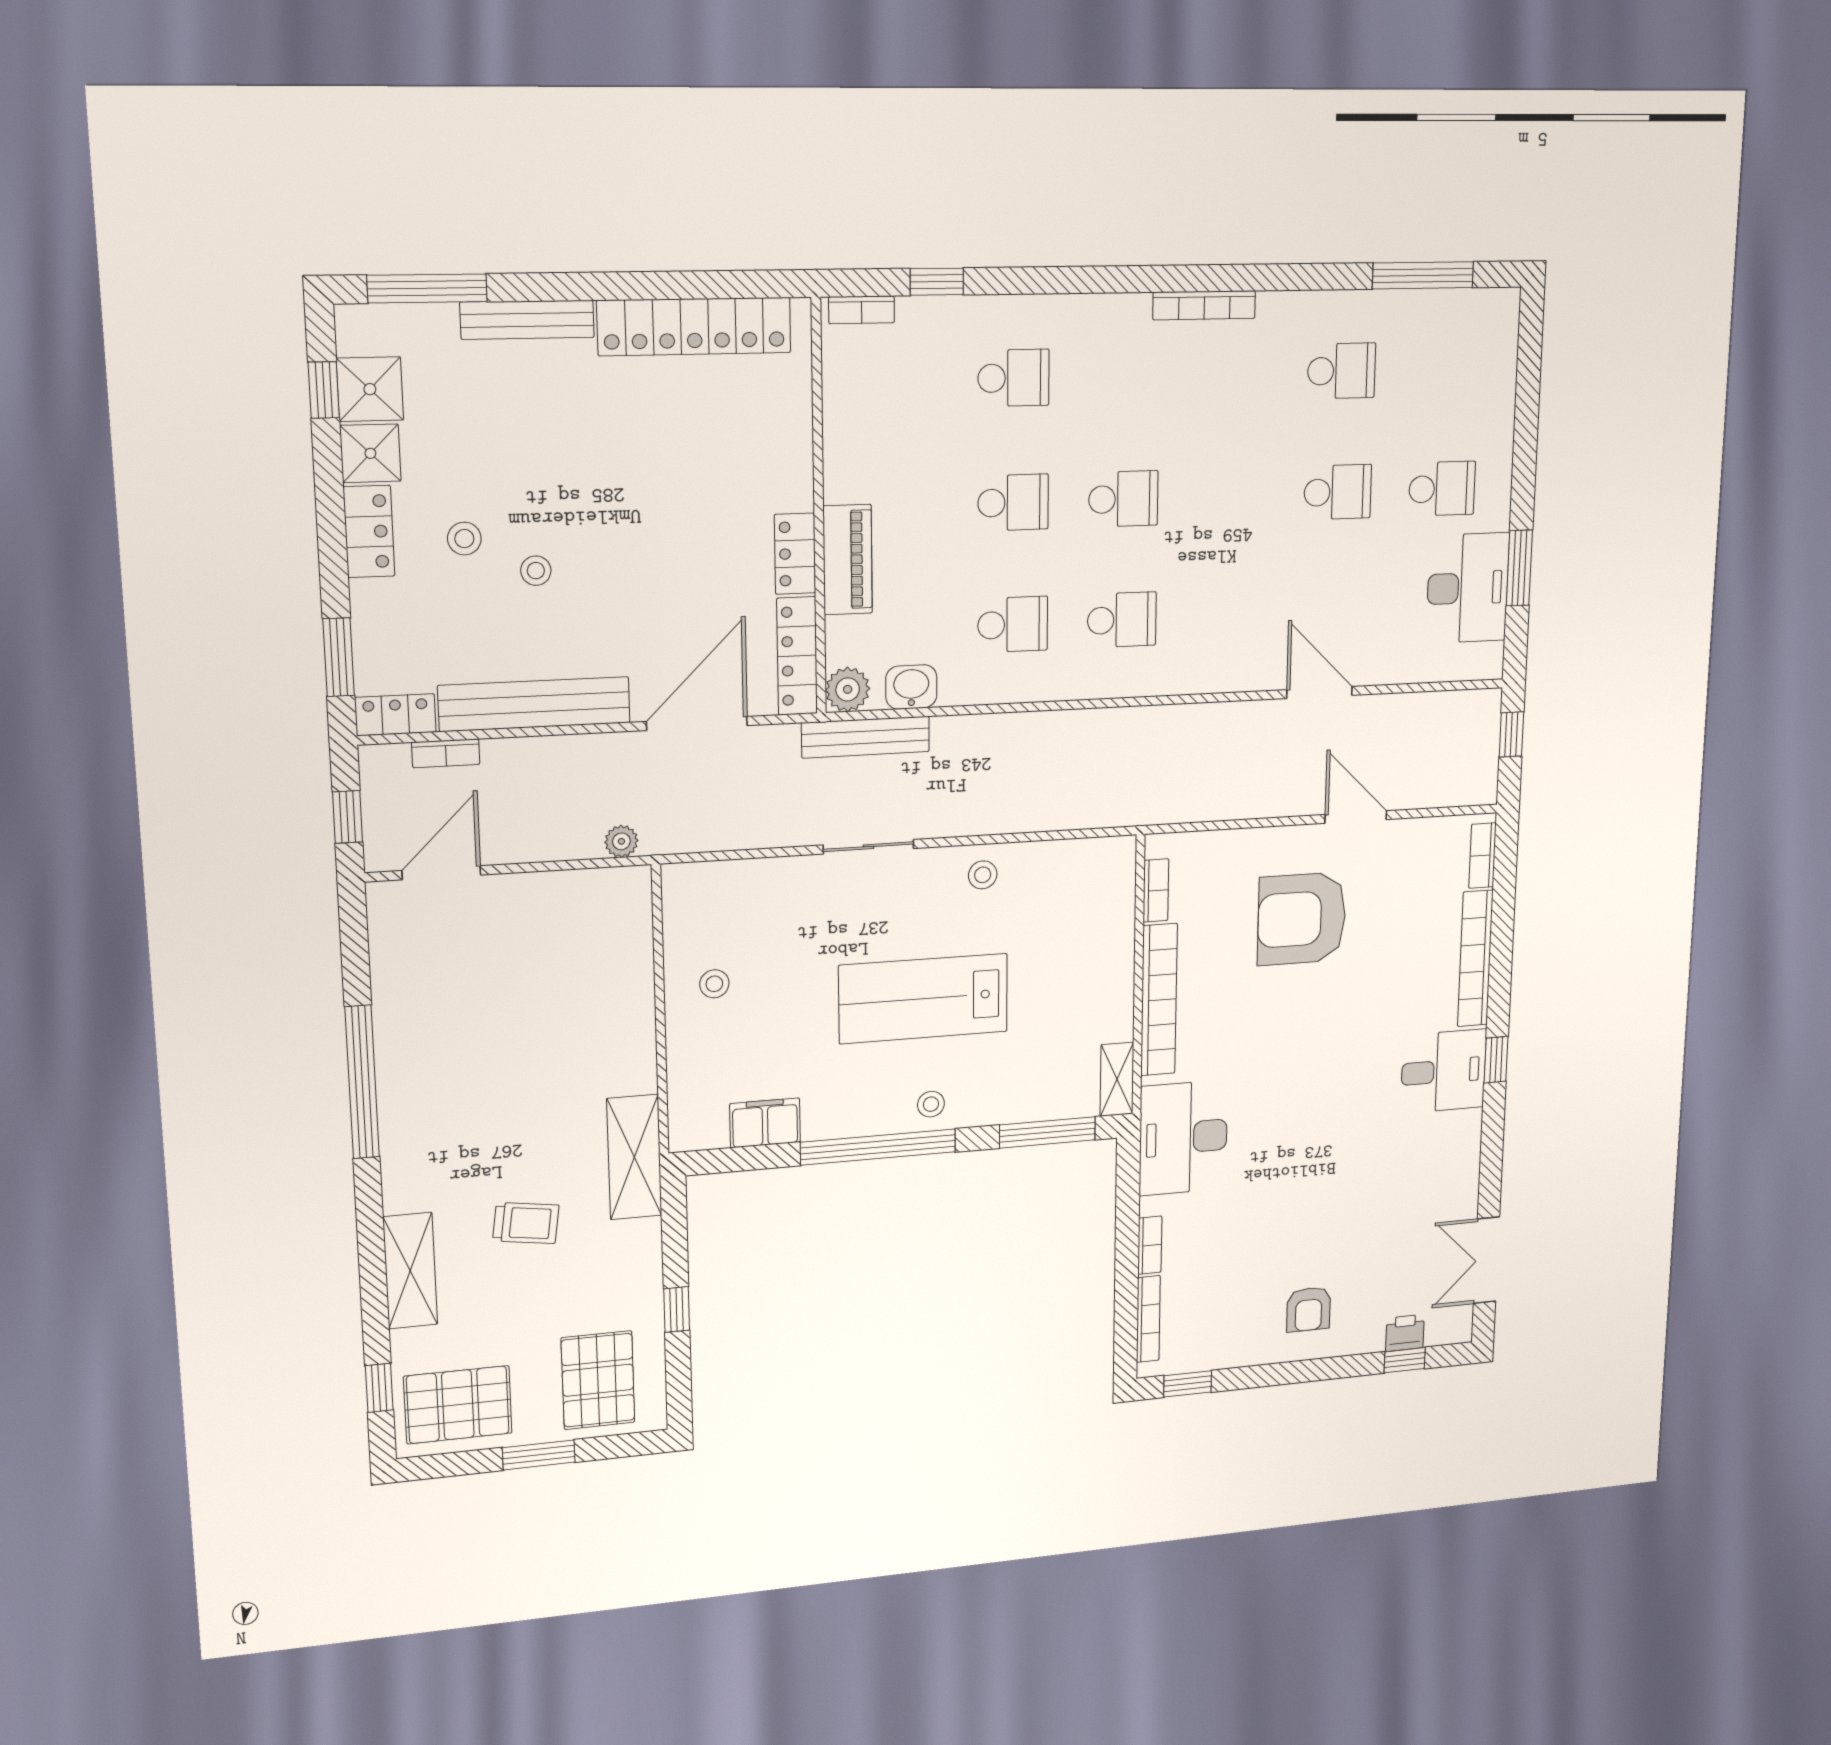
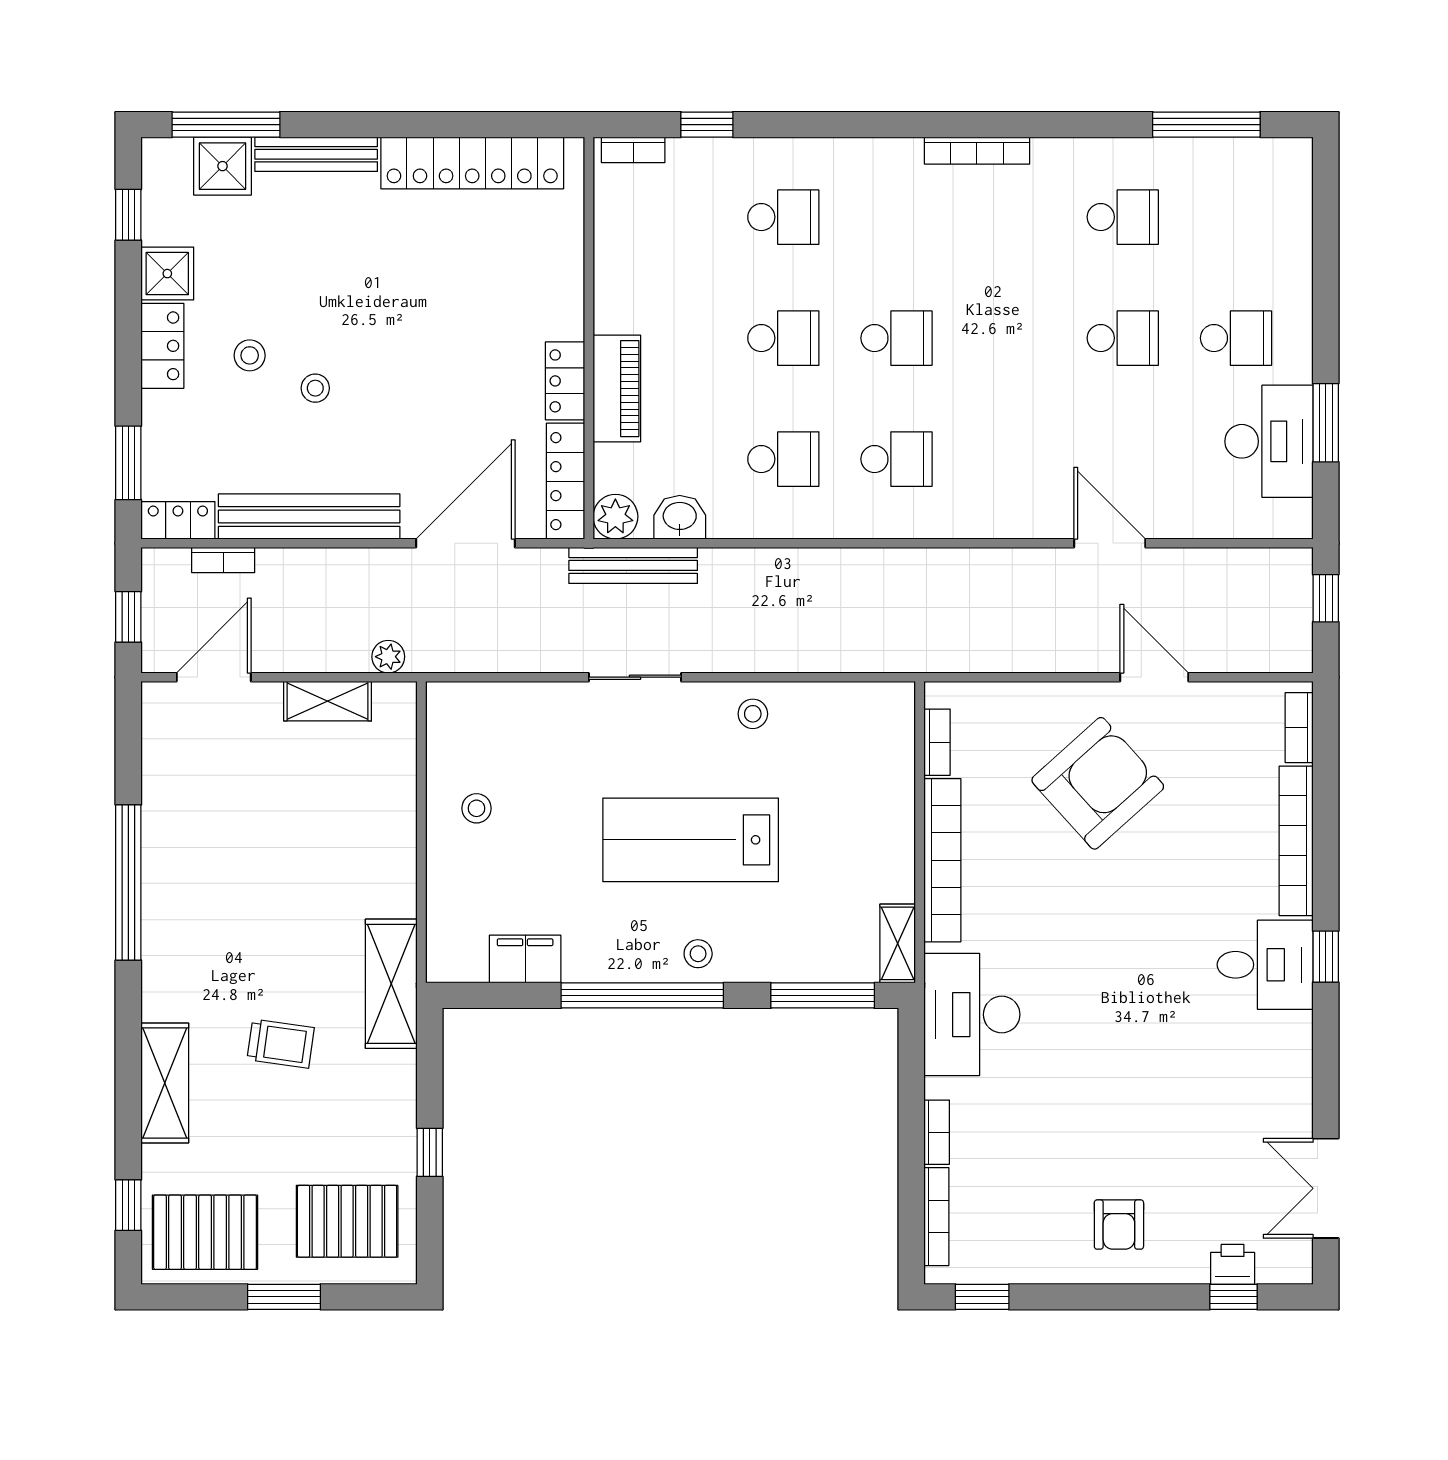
shower: (370, 389) -> (223, 166), moved
shelving: (561, 889) -> (328, 701), added
armchair: (1302, 919) -> (1098, 783), turned 138
pallet: (598, 1380) -> (347, 1221), turned 90

